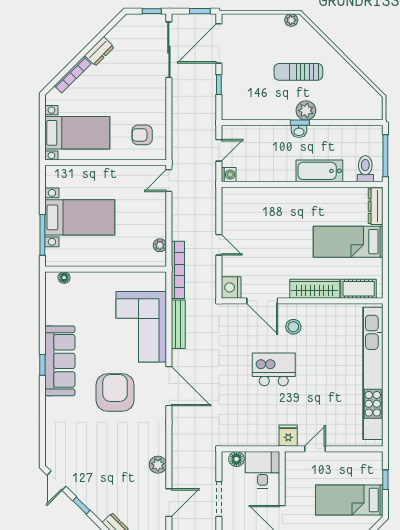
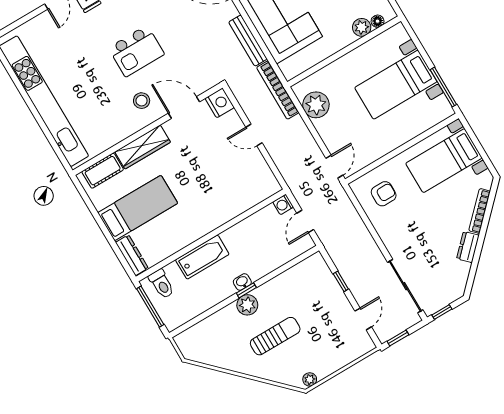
door: (219, 43) -> (363, 319), width x0.53
window: (42, 235) -> (443, 87), moved
plant: (160, 245) -> (316, 105), width x1.88, depth x1.88
plant: (80, 280) -> (362, 27), added

